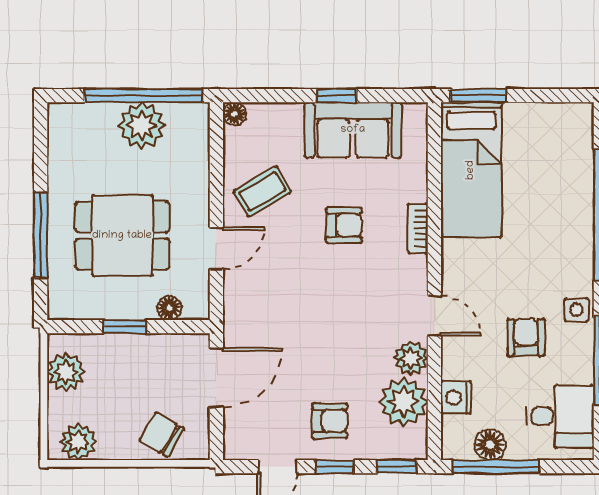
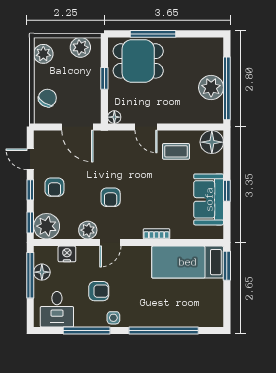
floor lamp: (234, 114) -> (212, 142), width x1.89, depth x1.89
coffee table: (262, 192) -> (176, 151), turned -60
armchair: (344, 225) -> (111, 197), moved
dining table: (122, 236) -> (138, 61), moved, turned 90
floor lamp: (169, 308) -> (114, 117), moved
plant: (404, 402) -> (47, 226), moved

